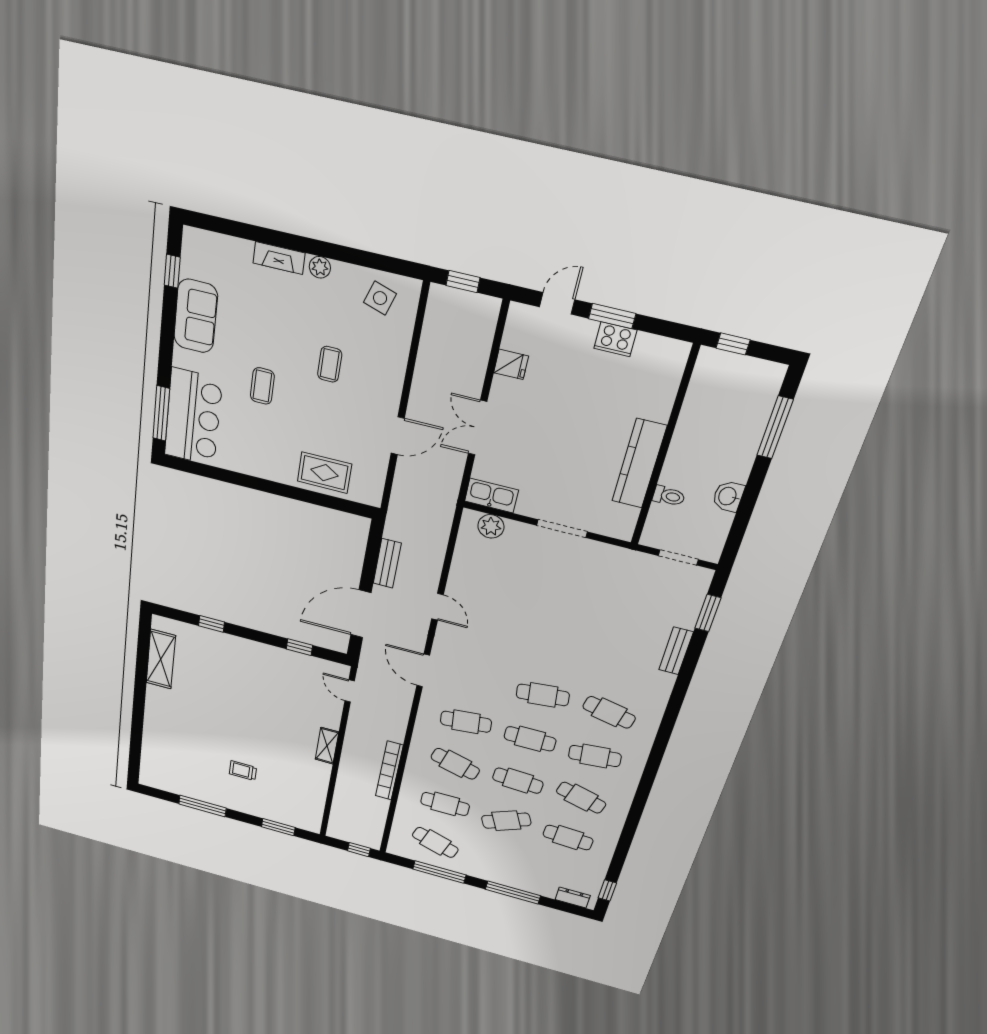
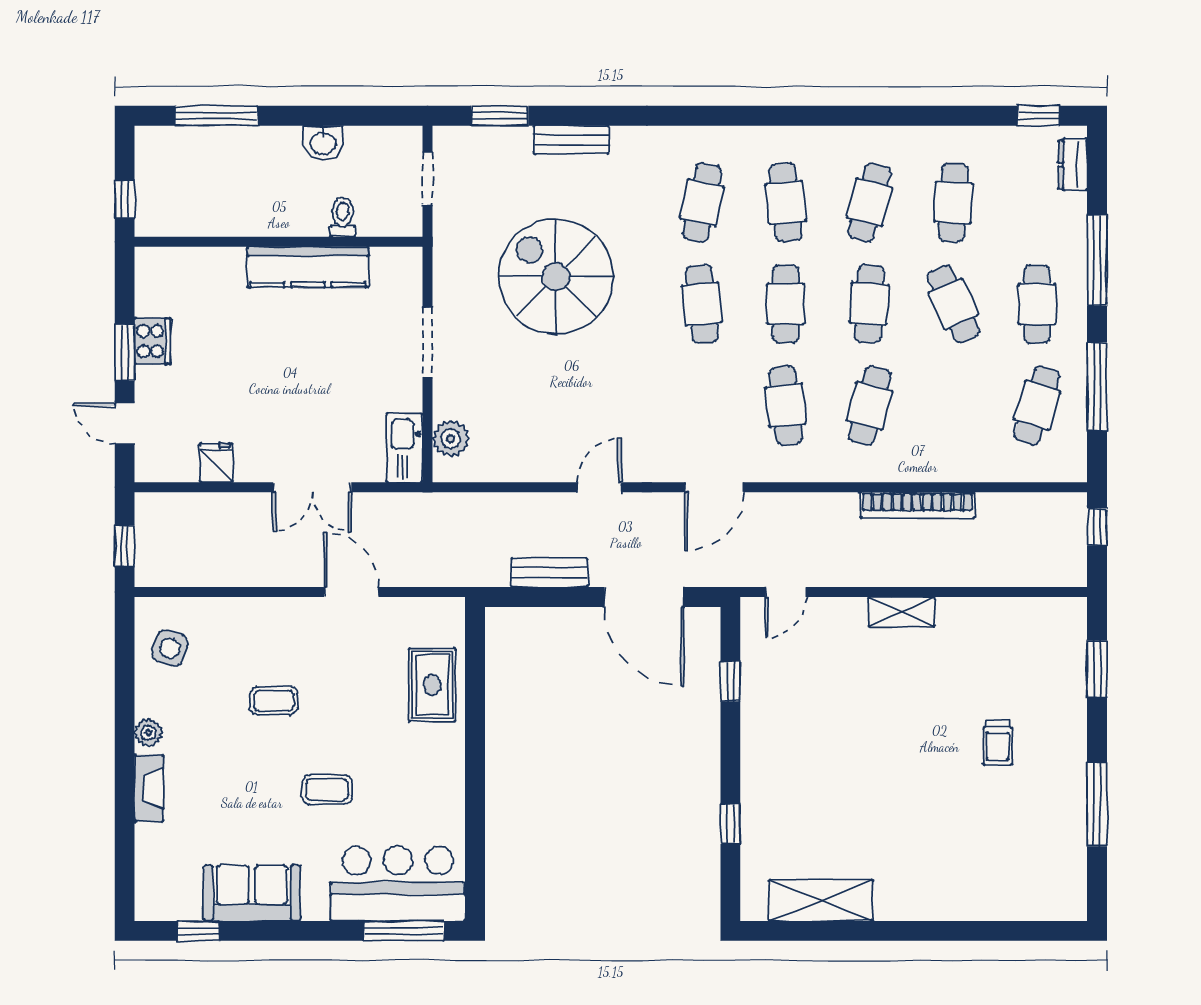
spiral stairs: (585, 618) -> (556, 276), added
cafe table: (445, 804) -> (1037, 304), moved

